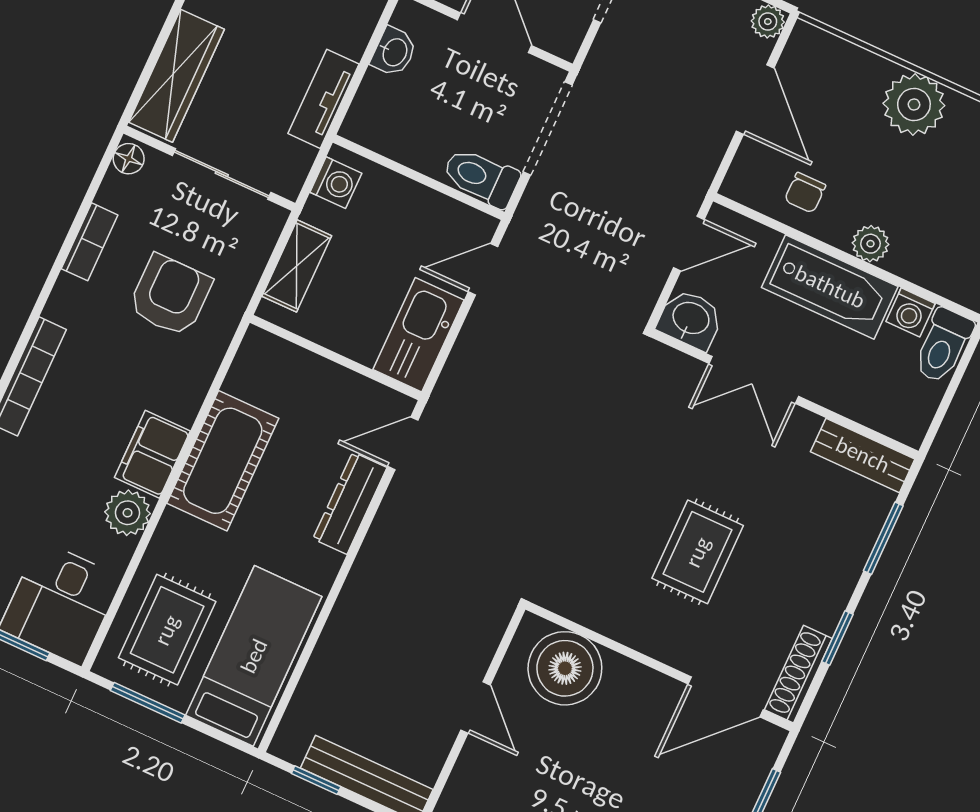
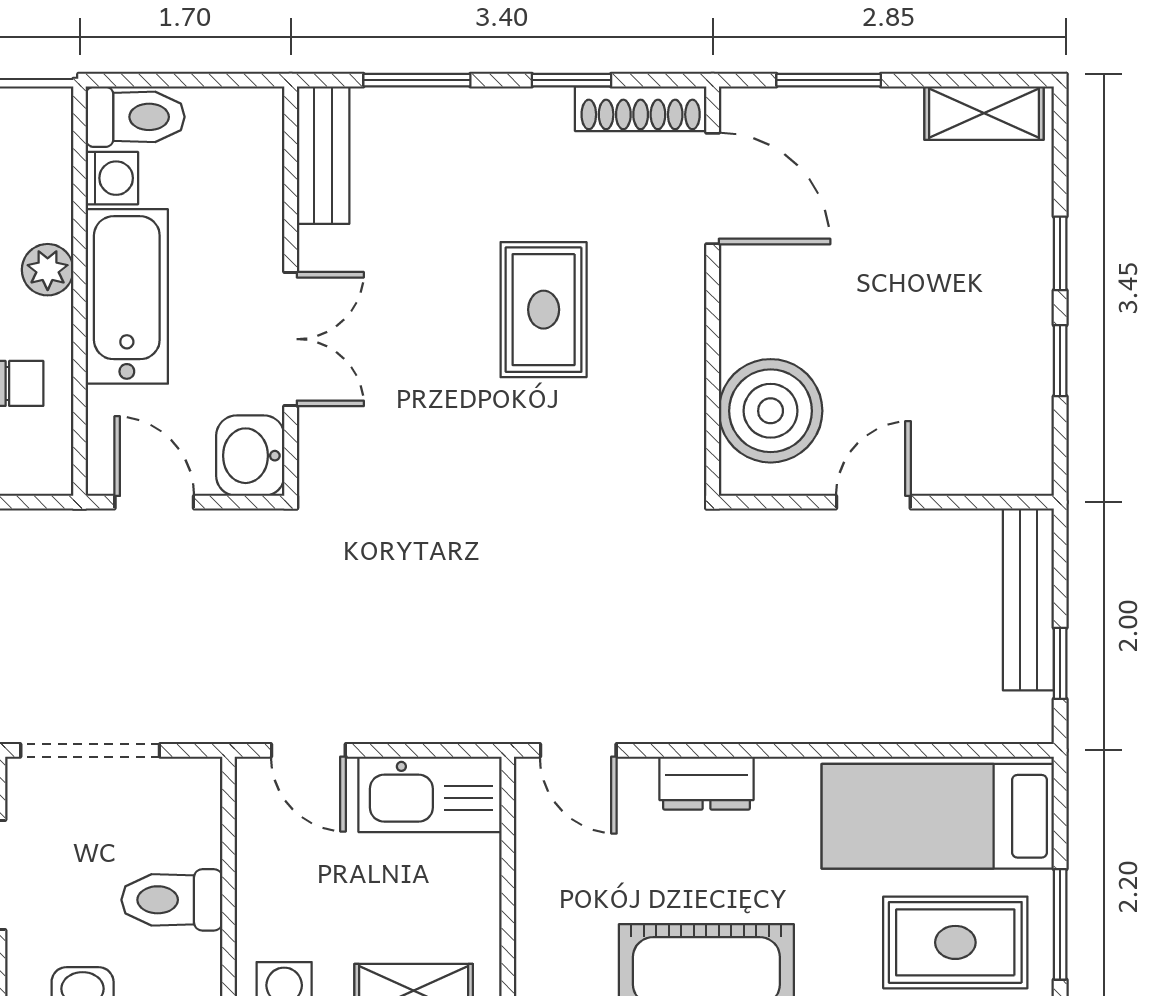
toilet: (481, 177) -> (172, 900), moved, turned 90
dresser: (350, 503) -> (707, 783), width x0.70
rug: (698, 552) -> (544, 310), turned 90

